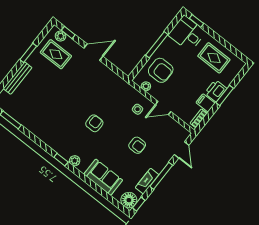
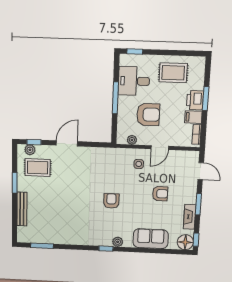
desk: (187, 34) -> (134, 81), moved
armchair: (161, 70) -> (148, 115), moved
window: (161, 176) -> (198, 204), width x0.69

